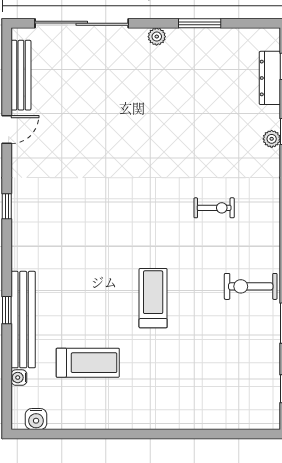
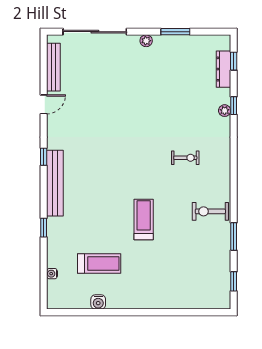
bench: (23, 320) -> (55, 183), moved
water cooler: (36, 419) -> (98, 302), moved

